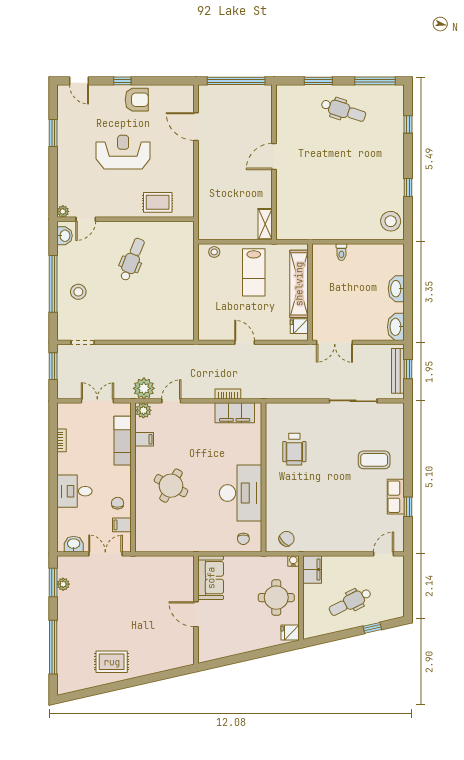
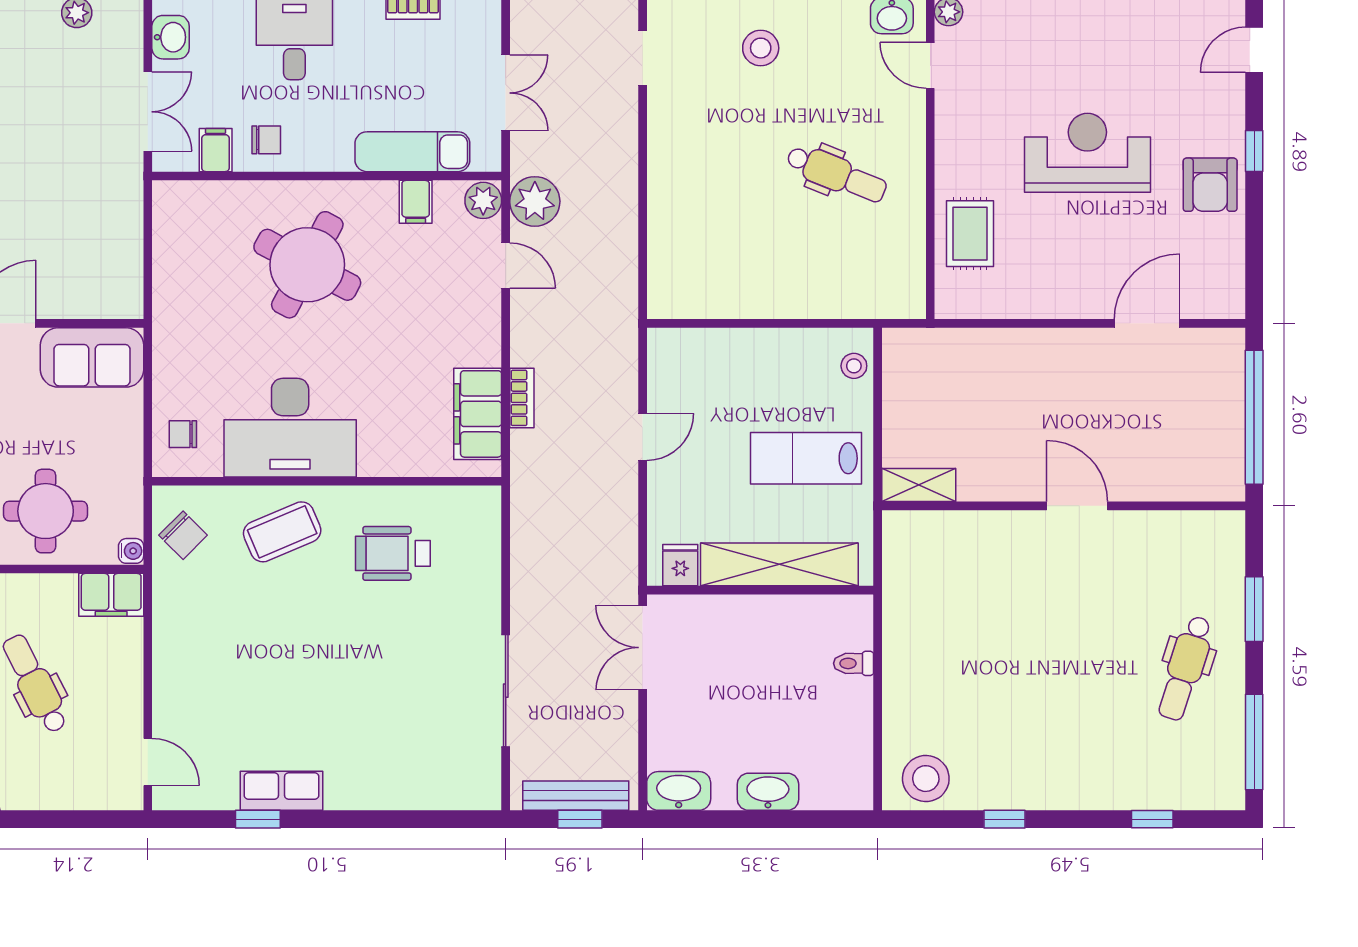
reception desk: (123, 152) -> (1087, 153), turned -90
coffee table: (374, 460) -> (282, 532), moved, turned 67
round table: (171, 486) -> (307, 265), width x1.36, depth x1.36

